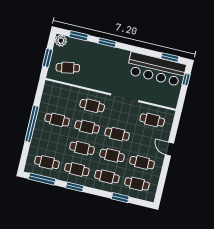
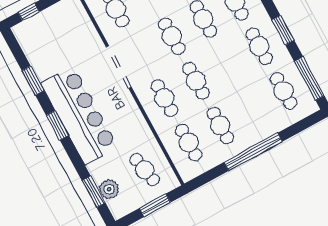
plant: (61, 41) -> (109, 189), moved
window: (107, 42) -> (57, 125), moved
window: (170, 57) -> (33, 81), moved
bar counter: (156, 69) -> (79, 115), moved
cafe table: (82, 148) -> (189, 143), moved

